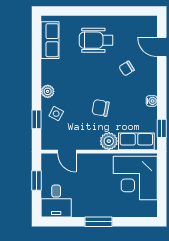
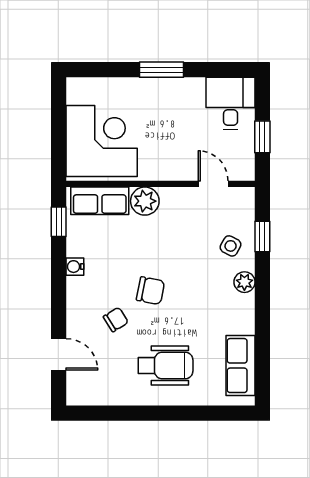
chair: (101, 108) -> (150, 291), moved

